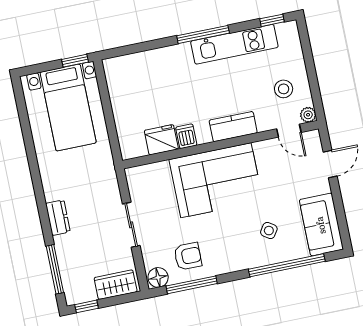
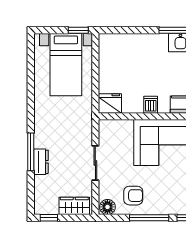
fridge: (161, 140) -> (110, 103), moved
dresser: (58, 218) -> (41, 162), moved
window: (55, 269) -> (31, 152), moved
window: (192, 285) -> (149, 218), moved

